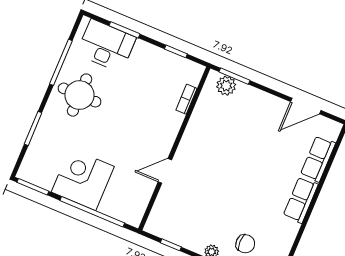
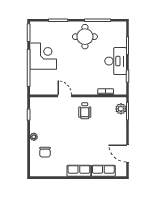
desk: (106, 46) -> (116, 61), moved
wheelchair: (204, 148) -> (85, 111), added

